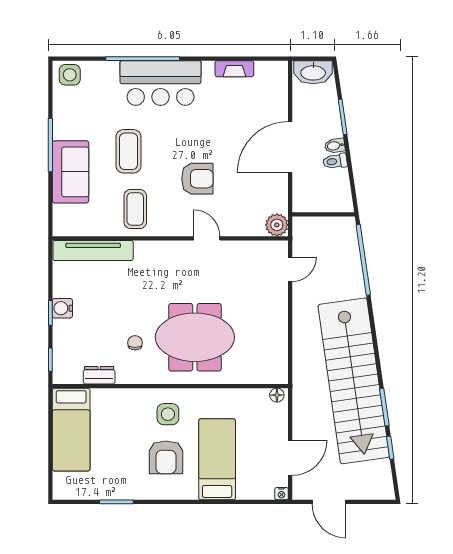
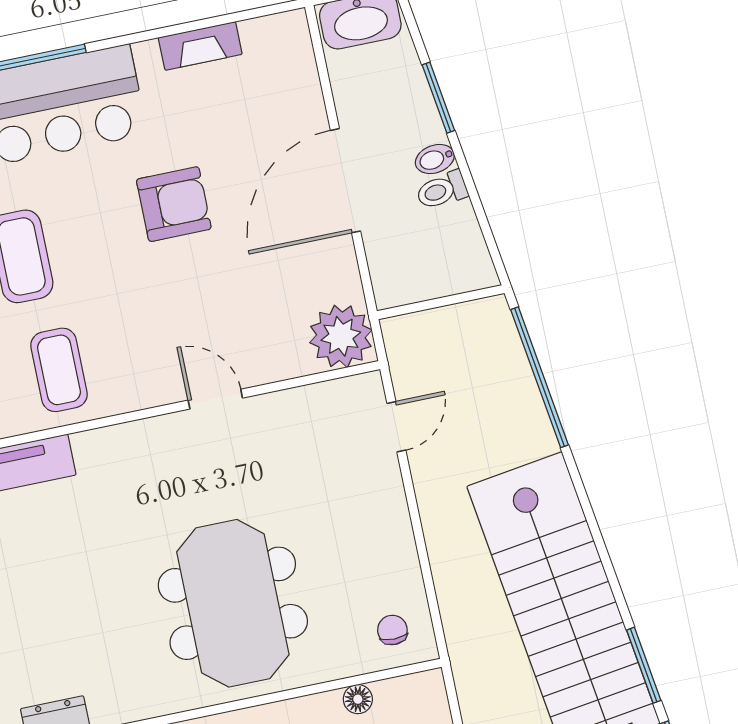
armchair: (197, 179) -> (174, 204), moved
plant: (277, 225) -> (341, 336), width x1.36, depth x1.36
meeting table: (195, 337) -> (233, 603), turned 90
chair: (135, 343) -> (392, 630), moved
floor lamp: (277, 395) -> (358, 699), moved

